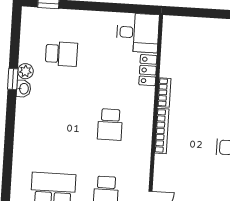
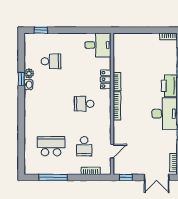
locker: (148, 70) -> (106, 79), moved
school desk: (110, 124) -> (84, 104), turned 90

